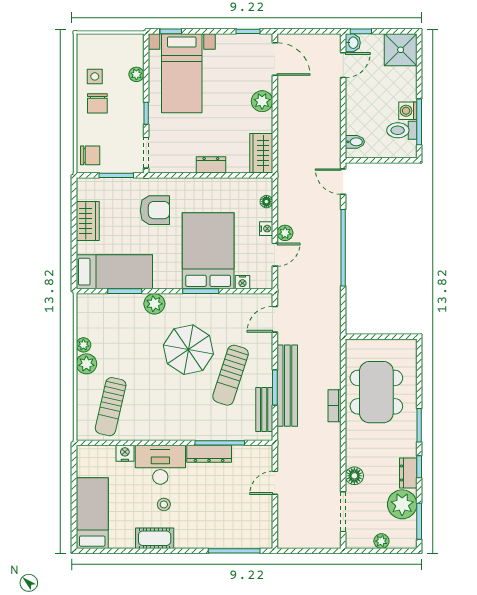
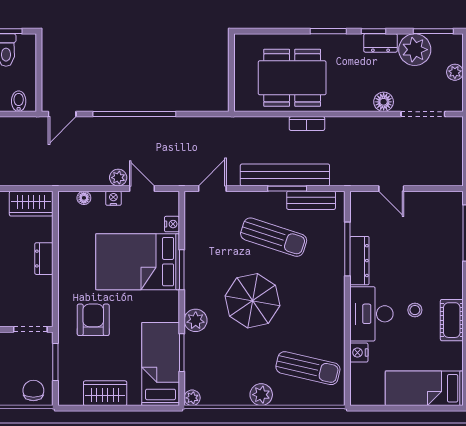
door: (275, 319) -> (212, 189), swing flipped
plant: (83, 345) -> (192, 398), moved
parasol: (188, 350) -> (253, 301), moved

